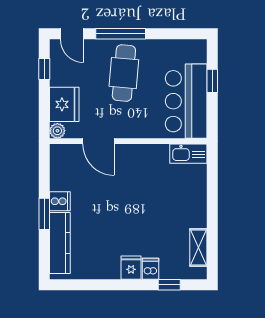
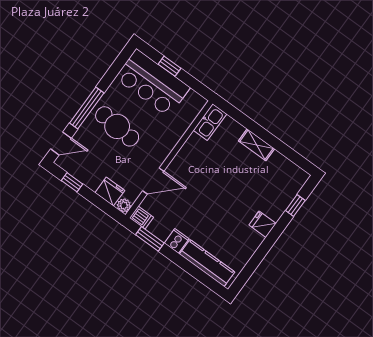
bar counter: (186, 101) -> (152, 83), moved
fridge: (64, 104) -> (110, 192), width x0.73, depth x0.75
window: (44, 214) -> (150, 239), moved
shelving: (198, 247) -> (256, 145), moved
dishwasher: (151, 269) -> (141, 218), moved, turned 180

